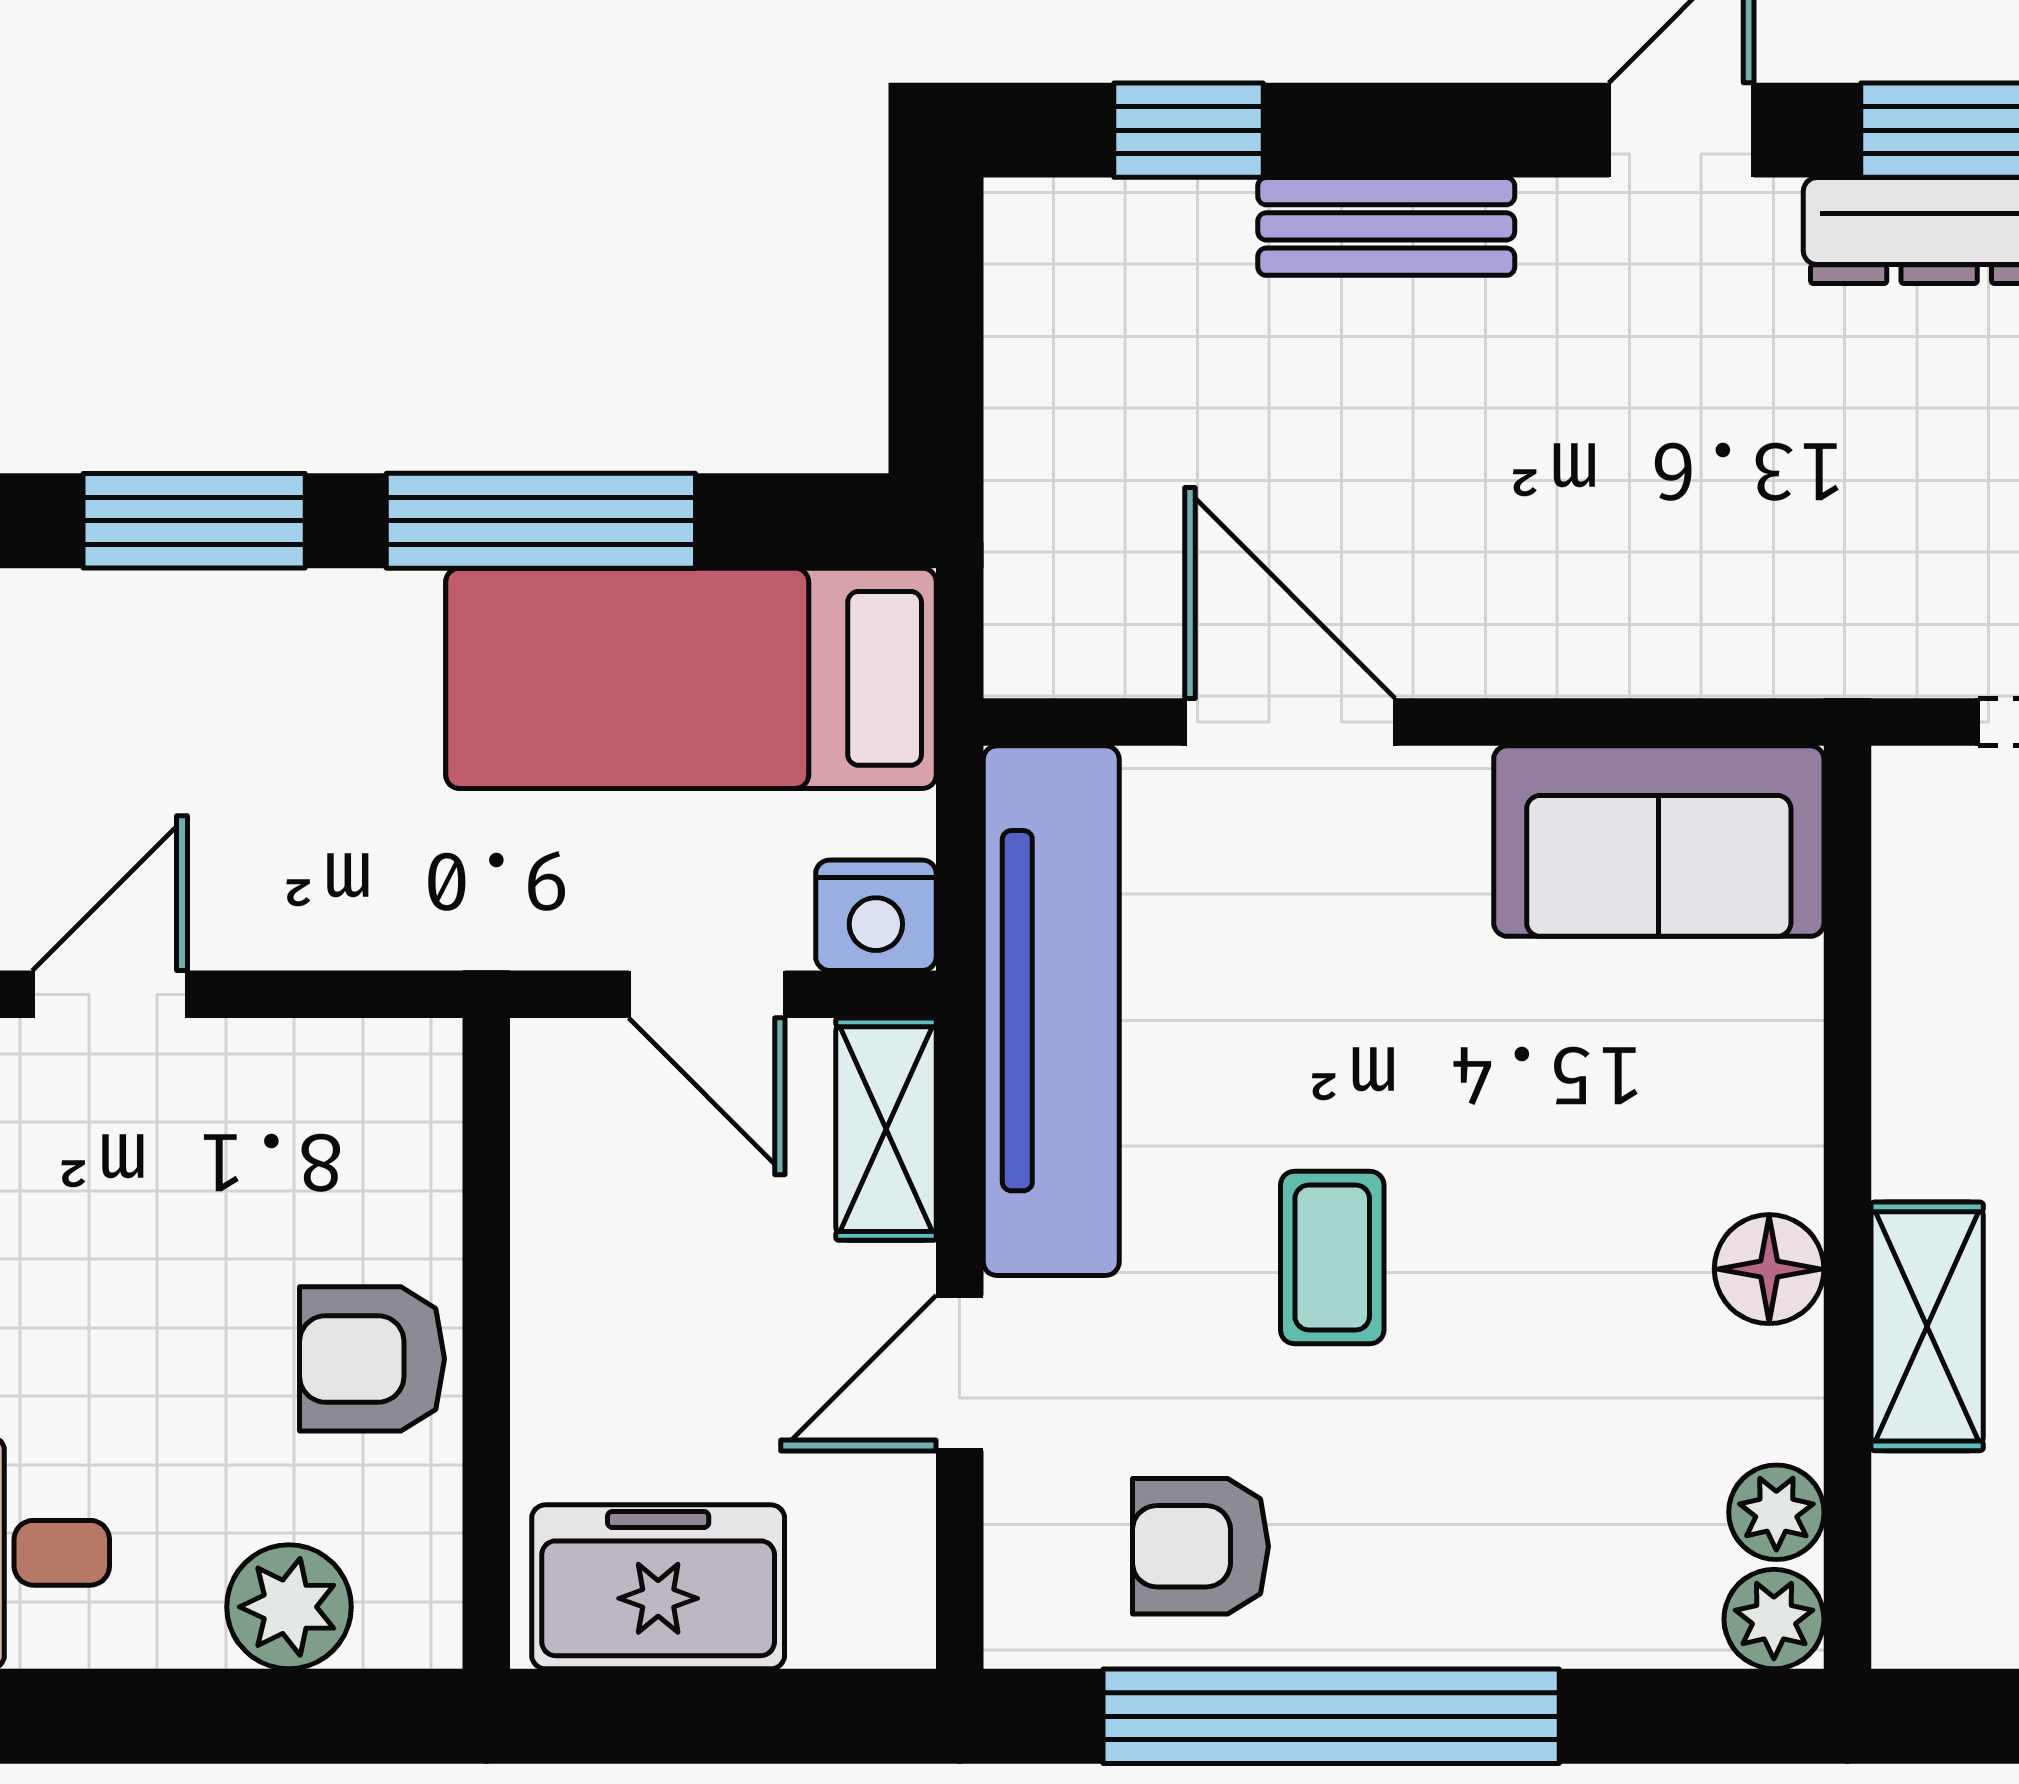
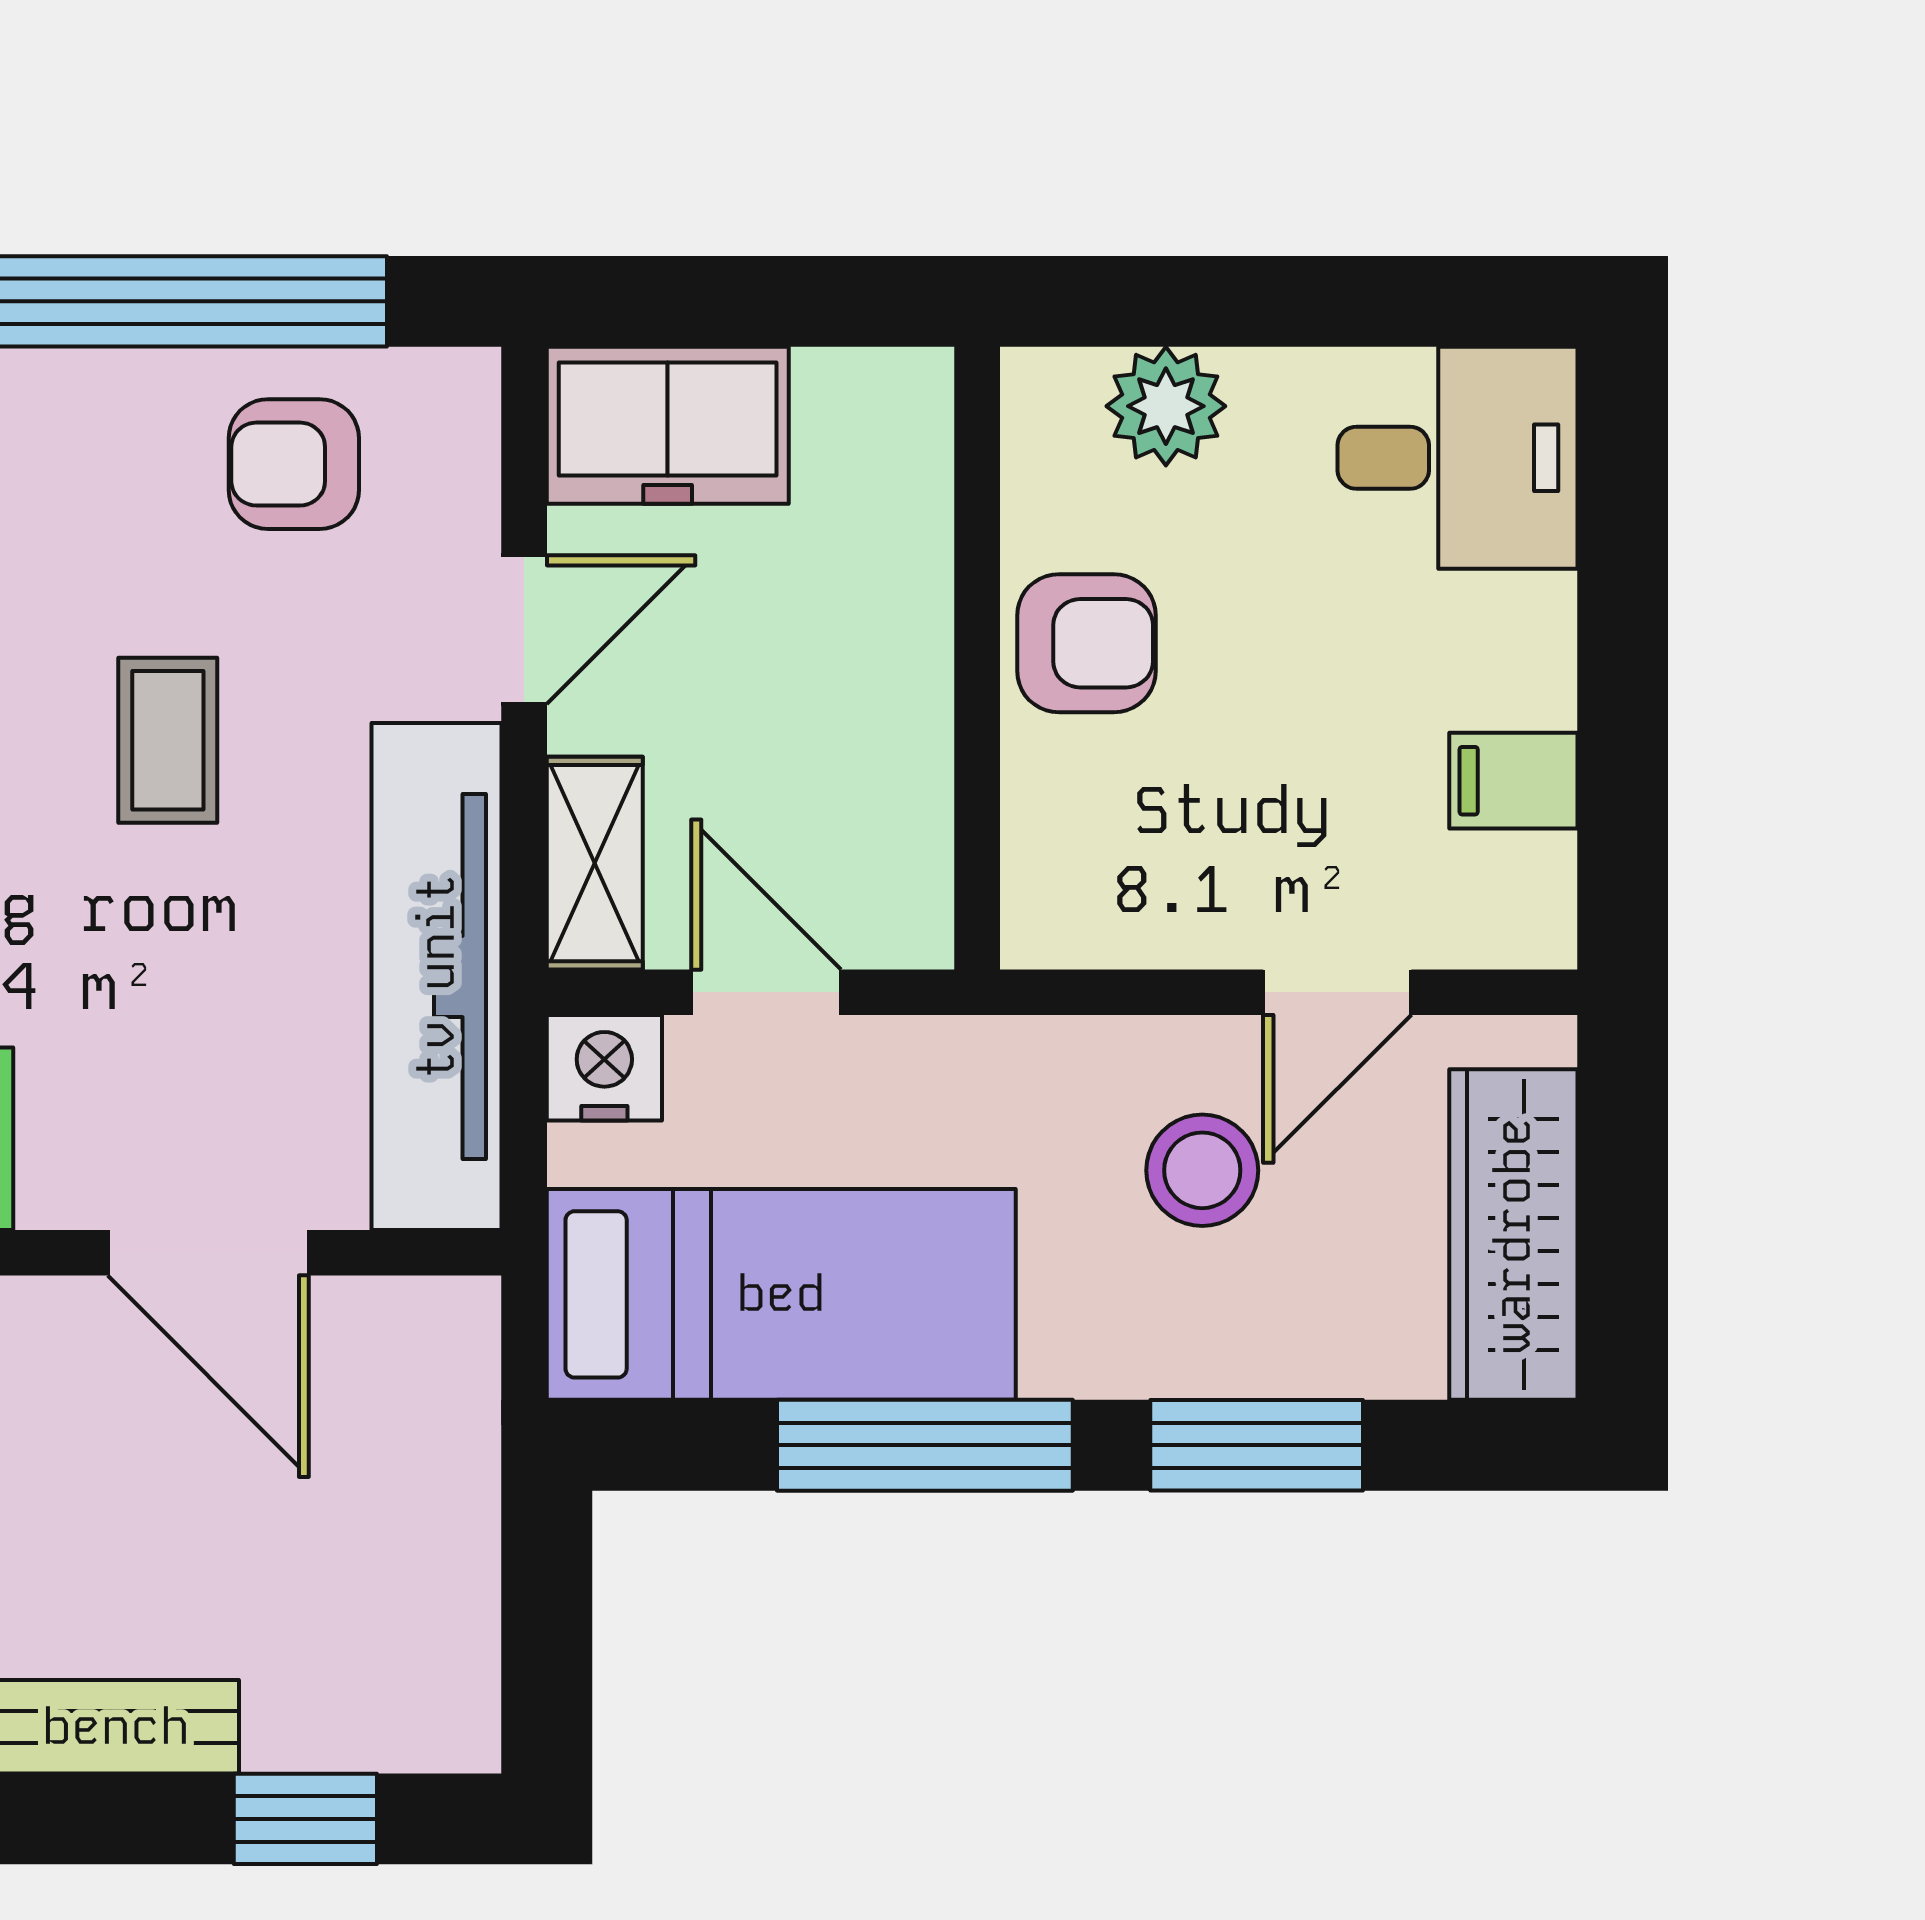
stool: (251, 808) -> (1202, 1170), added
armchair: (1200, 1546) -> (294, 464), turned 180
freezer: (658, 1587) -> (668, 425), moved

